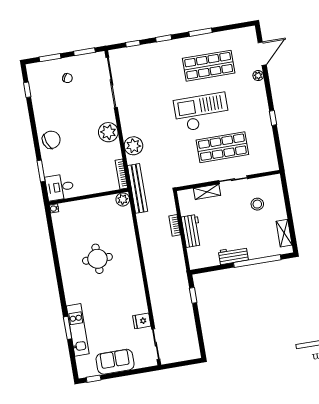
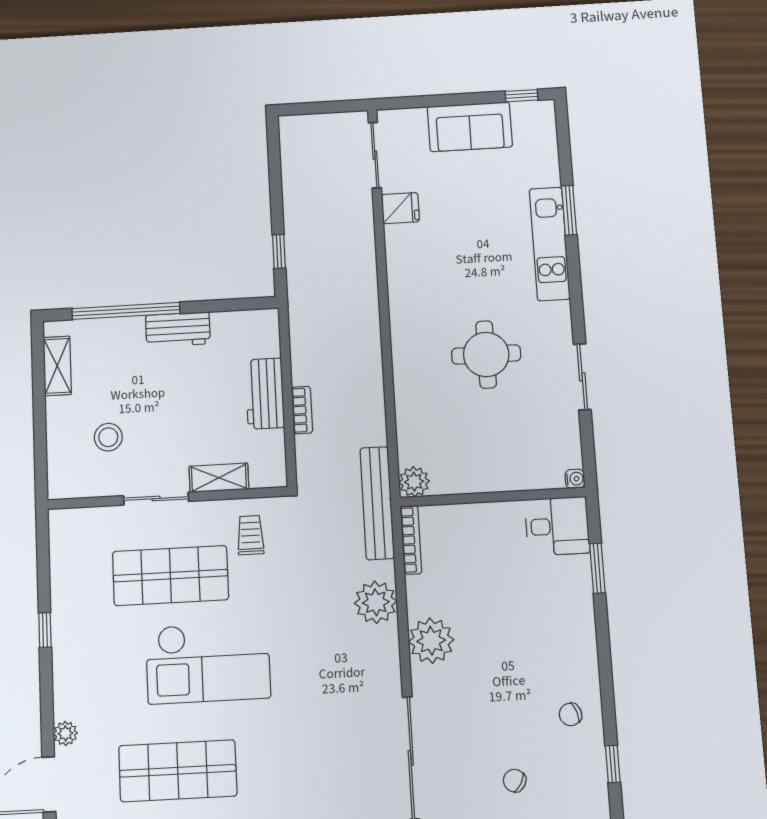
chair: (51, 140) -> (570, 714), moved, width x0.54, depth x0.54
trolley: (190, 168) -> (250, 535), added
sliding door: (55, 254) -> (582, 377), added
kitchen unit: (78, 330) -> (550, 244), moved

